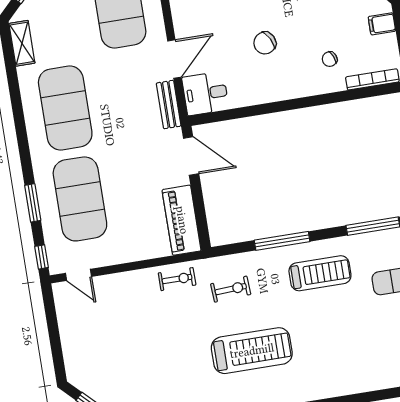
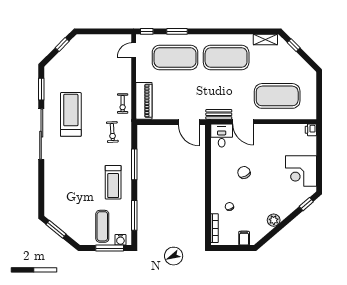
door: (191, 156) -> (189, 122), hinge flipped
piano: (182, 220) -> (144, 101), moved, turned 90
treadmill: (252, 351) -> (71, 114), moved, turned 180

